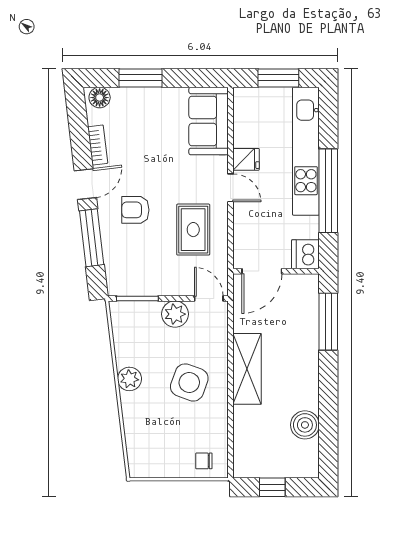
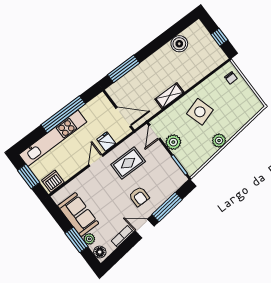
plant: (129, 97) -> (89, 239), added
sofa: (209, 121) -> (78, 215), moved, turned -90
fridge: (246, 159) -> (106, 141), moved
dishwasher: (305, 254) -> (53, 181), moved, turned 180
shelving: (247, 369) -> (169, 96), width x0.67, depth x0.75
side table: (189, 382) -> (200, 112), turned -37

